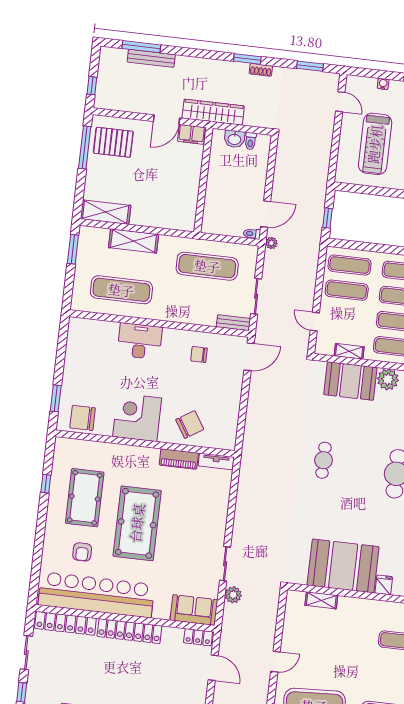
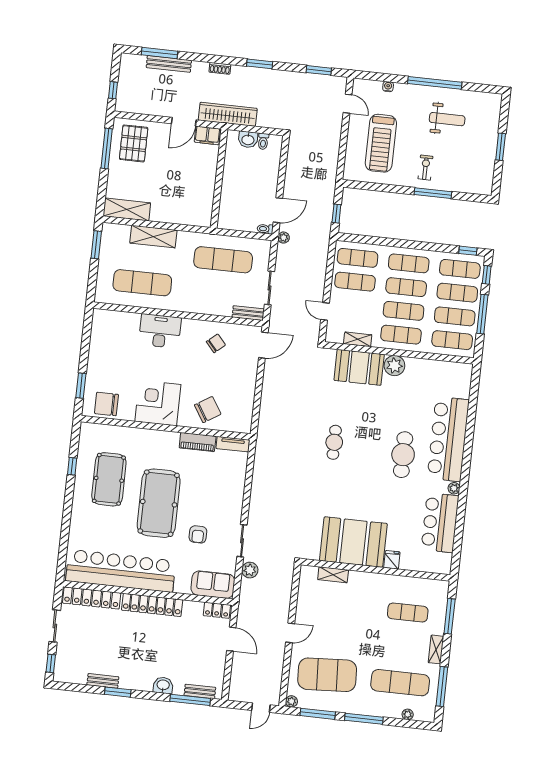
shoe rack: (261, 70) -> (220, 68), moved
pallet: (113, 142) -> (134, 143), turned 90
chair: (199, 354) -> (216, 343), turned 139
armchair: (82, 552) -> (198, 534), moved

